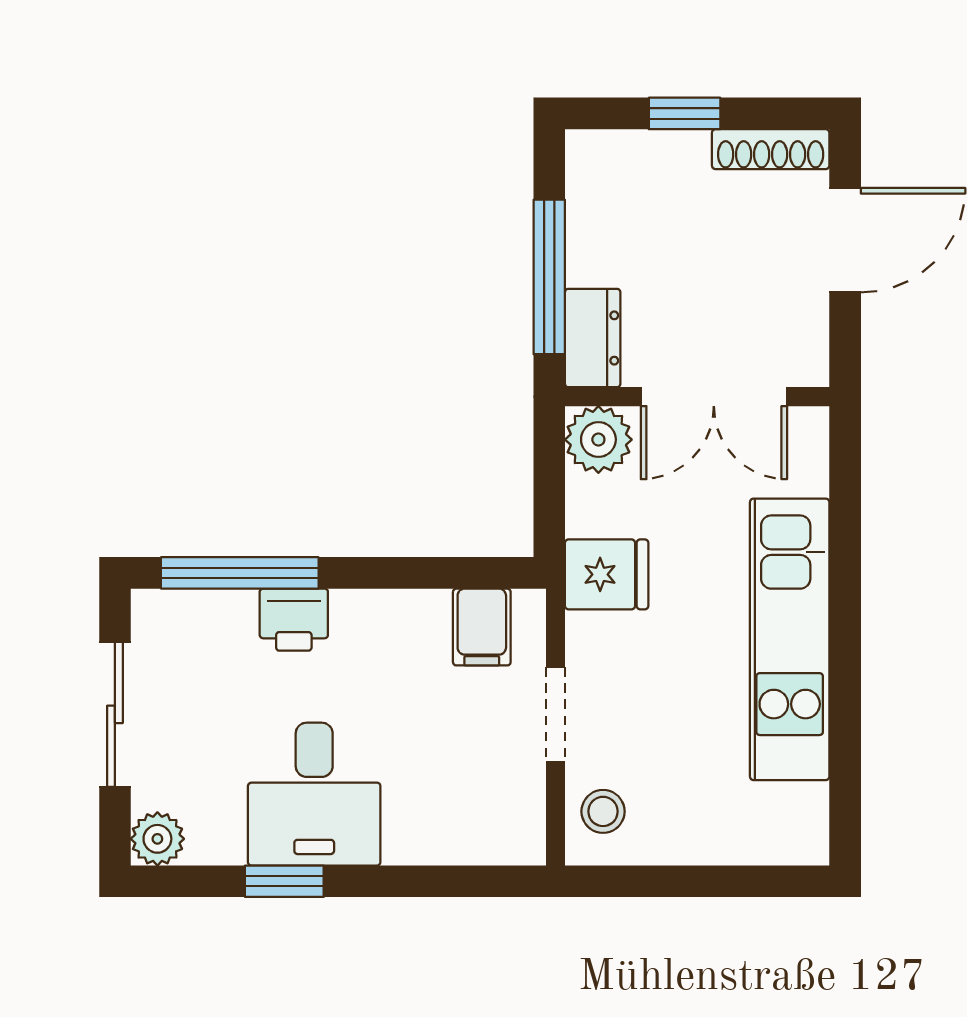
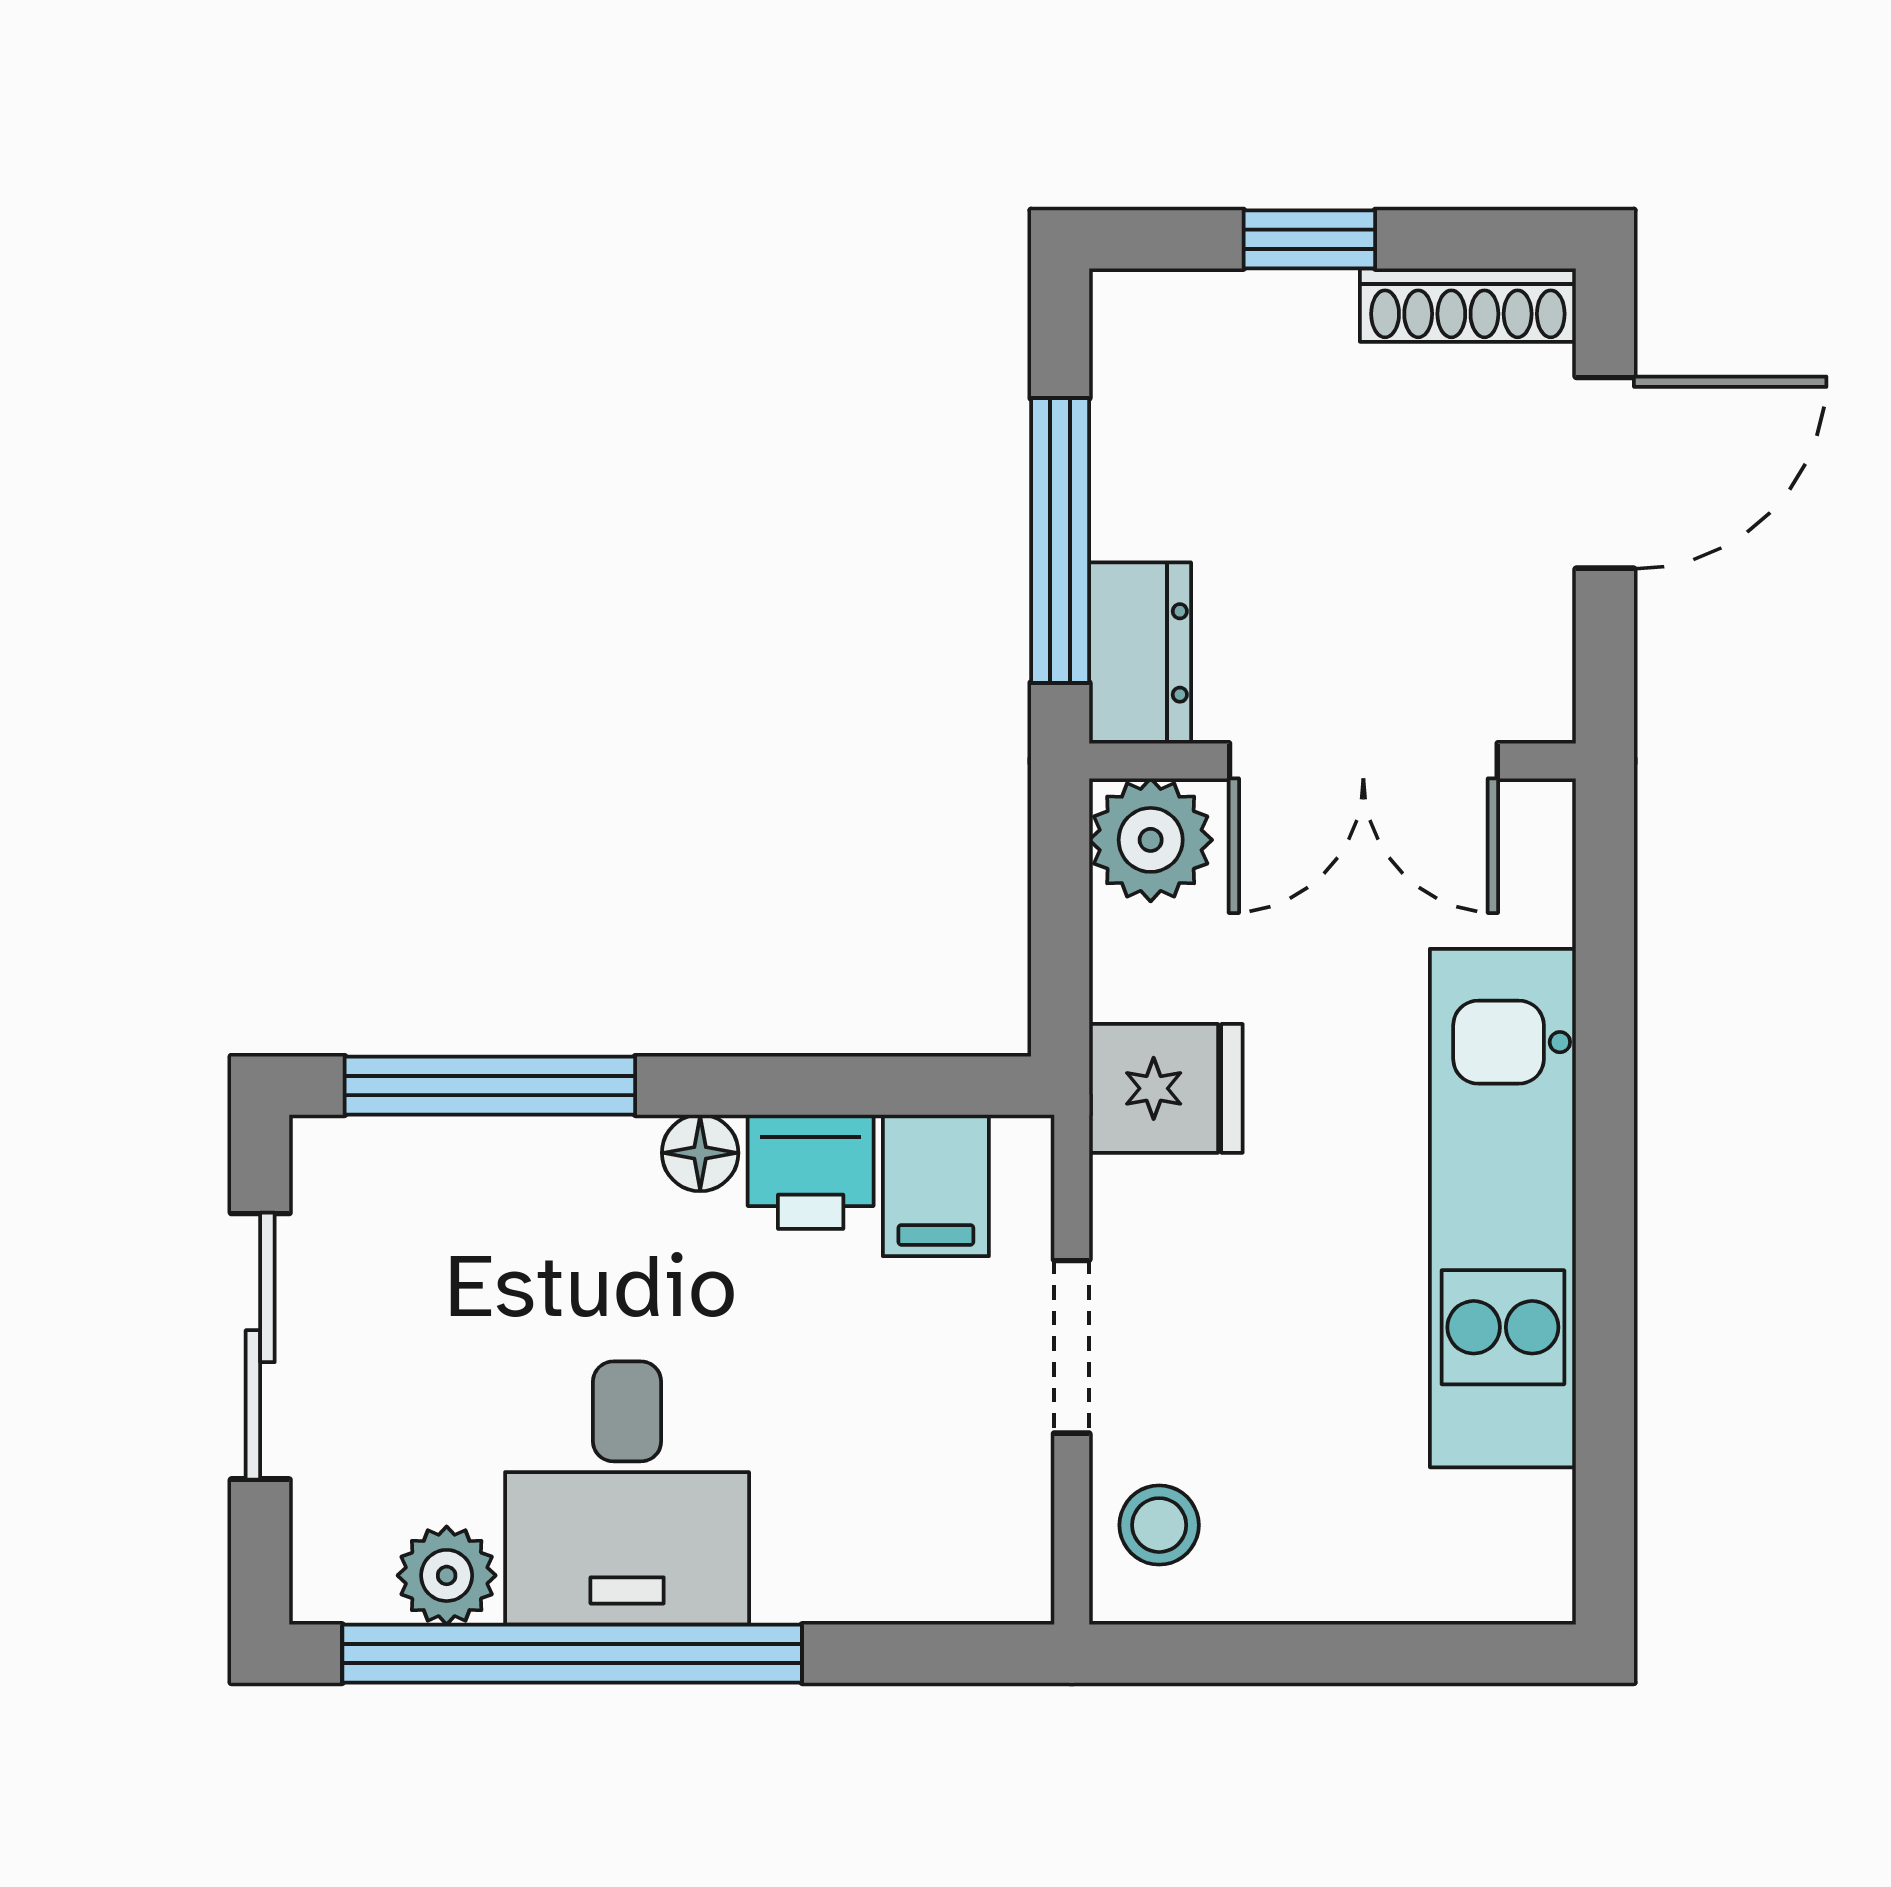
floor lamp: (354, 609) -> (700, 1153), added
printer: (294, 620) -> (811, 1172), moved
plant: (157, 839) -> (447, 1575), moved
window: (284, 881) -> (572, 1654), width x3.17

